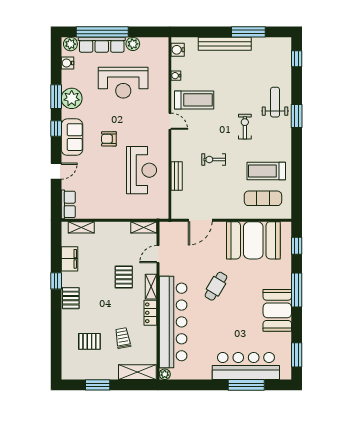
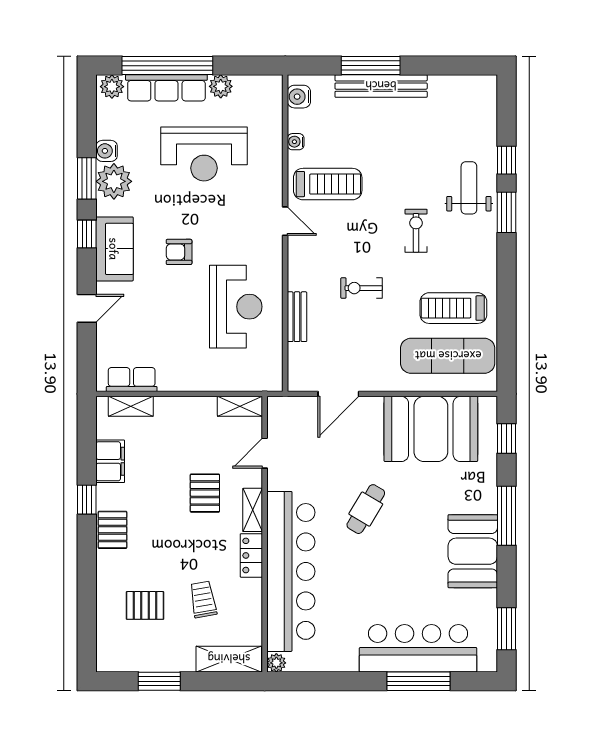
window: (248, 32) -> (371, 66), moved
window: (297, 59) -> (506, 160), moved
water cooler: (67, 63) -> (107, 151), moved
exercise mat: (263, 198) -> (448, 356), width x1.36, depth x1.45
row of seats: (68, 204) -> (132, 380), moved, turned -90

